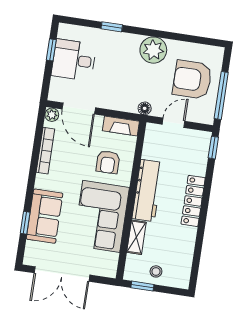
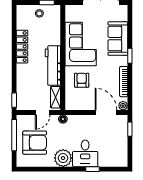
window: (51, 50) -> (130, 129), moved
desk: (74, 60) -> (85, 153), moved, turned 90
fireplace: (121, 126) -> (77, 105), removed
locker: (193, 201) -> (22, 47), moved
window: (25, 223) -> (130, 56), moved
shelving: (136, 237) -> (56, 97), moved

